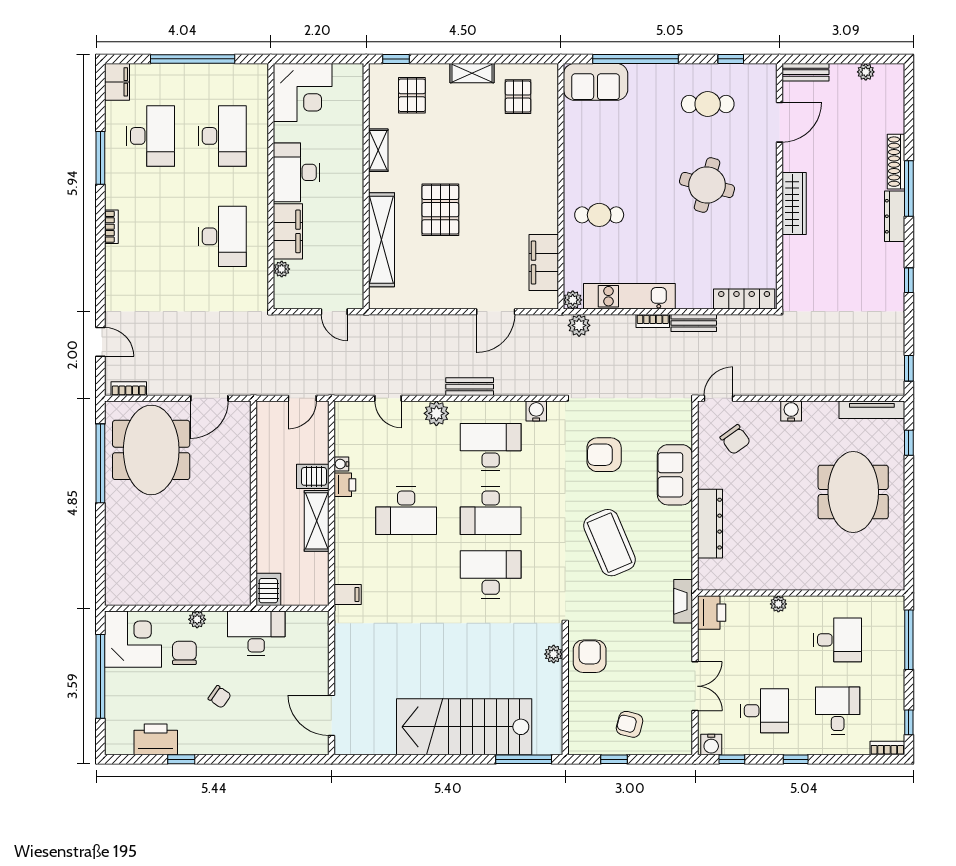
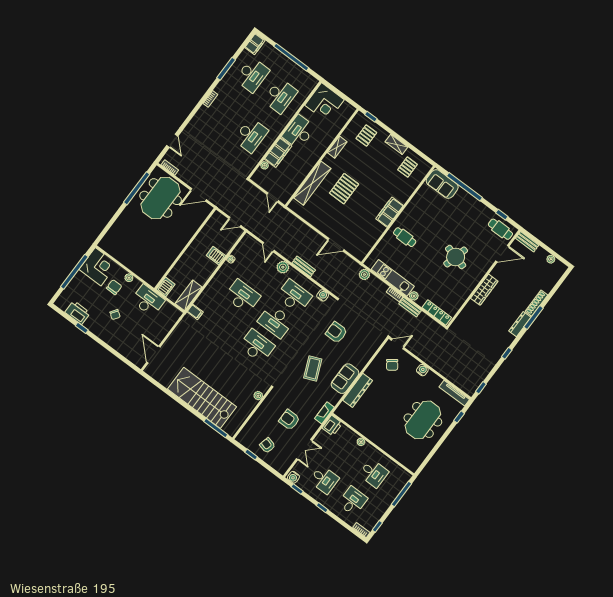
cafe table: (708, 104) -> (500, 229), moved
filing cabinet: (544, 263) -> (390, 212), moved
plant: (573, 300) -> (414, 296), moved
sofa: (675, 475) -> (345, 379), moved
printer: (345, 485) -> (226, 268), removed
desk: (406, 511) -> (242, 296), turned 180
shelving: (317, 521) -> (189, 295), moved
coffee table: (610, 543) -> (313, 368), width x0.73, depth x0.76
armchair: (590, 656) -> (289, 420), moved, turned -90

